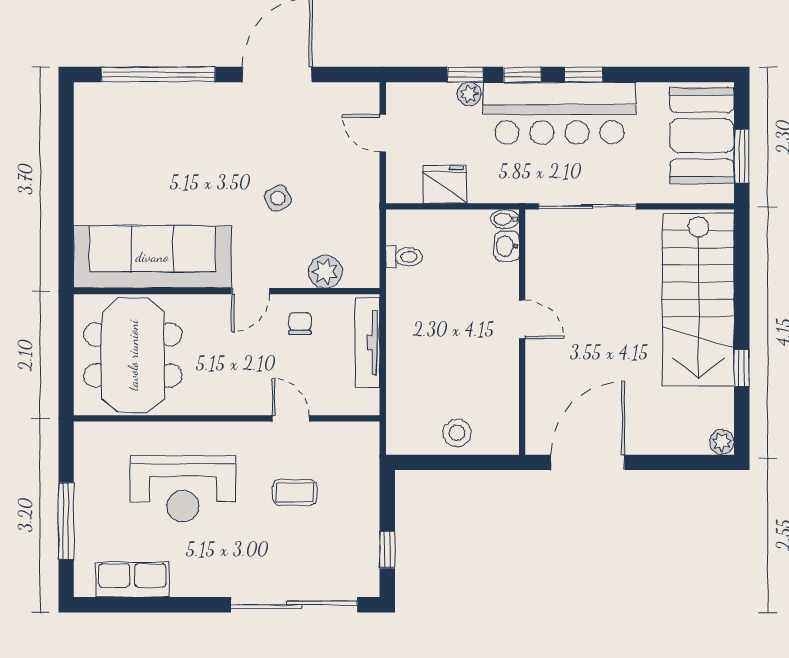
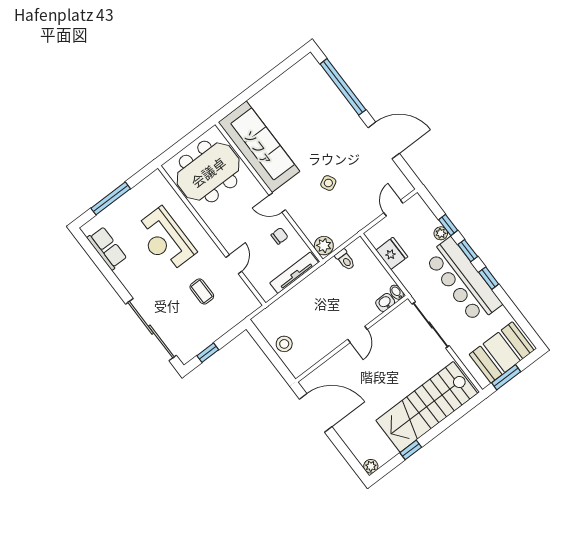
plant: (325, 272) -> (324, 246), moved

